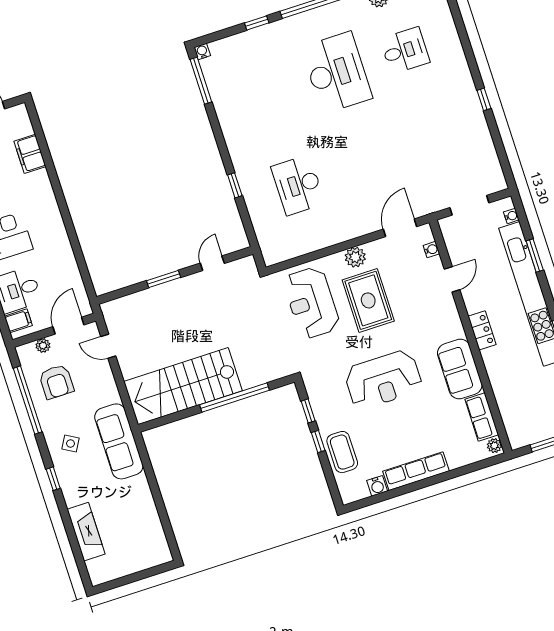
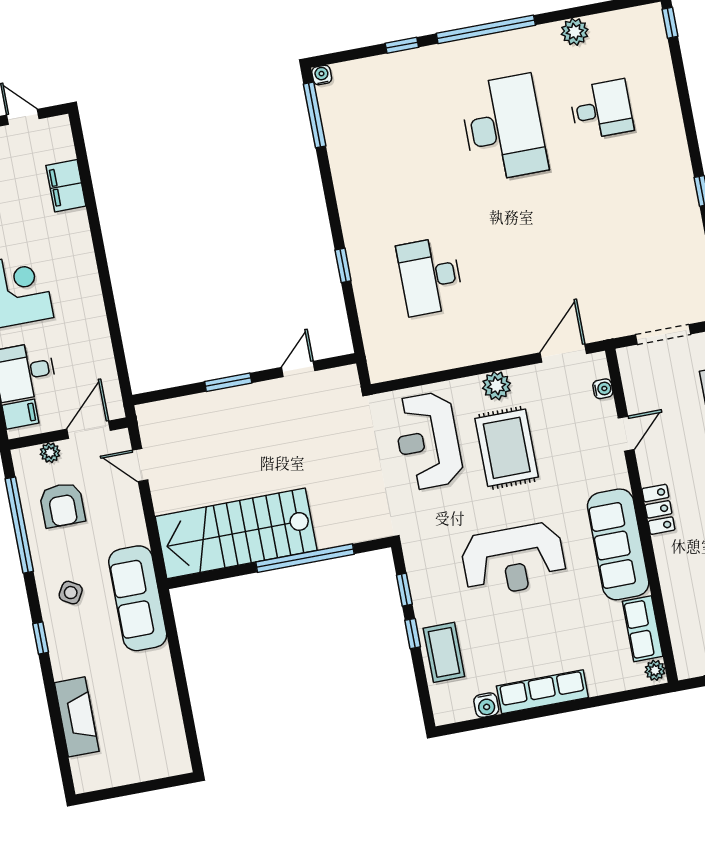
sofa: (460, 369) -> (618, 544), width x1.36

